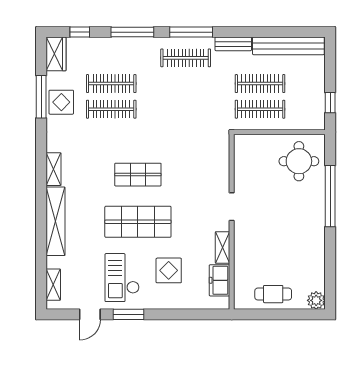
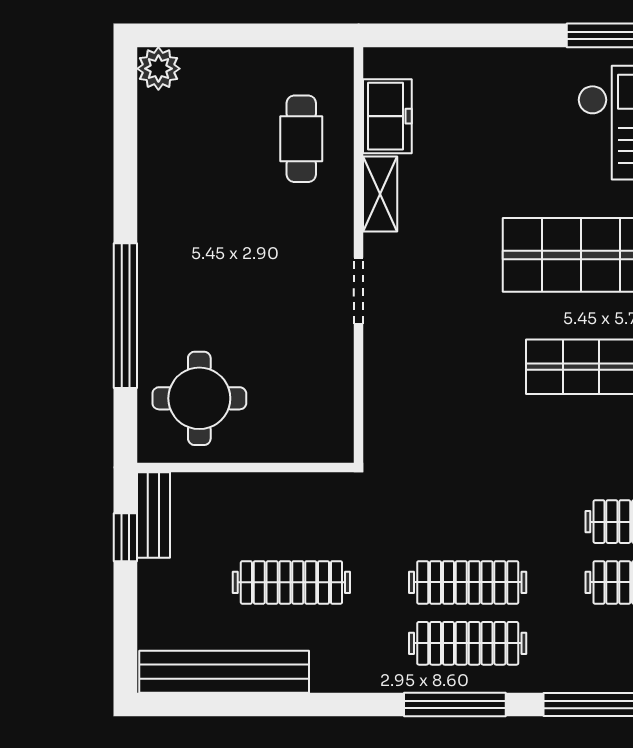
bench: (233, 44) -> (153, 515), moved, turned 90
clothes rail: (260, 109) -> (468, 582), moved
display table: (169, 270) -> (508, 139), removed
cafe table: (273, 294) -> (301, 139), moved, turned 90

